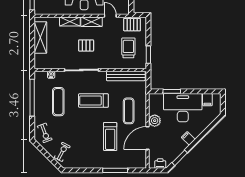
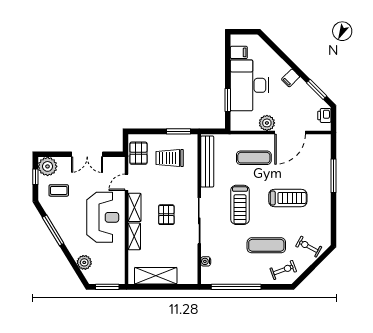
exercise mat: (58, 102) -> (266, 245), moved
treadmill: (110, 137) -> (288, 198), moved
door: (148, 138) -> (290, 132), hinge flipped

